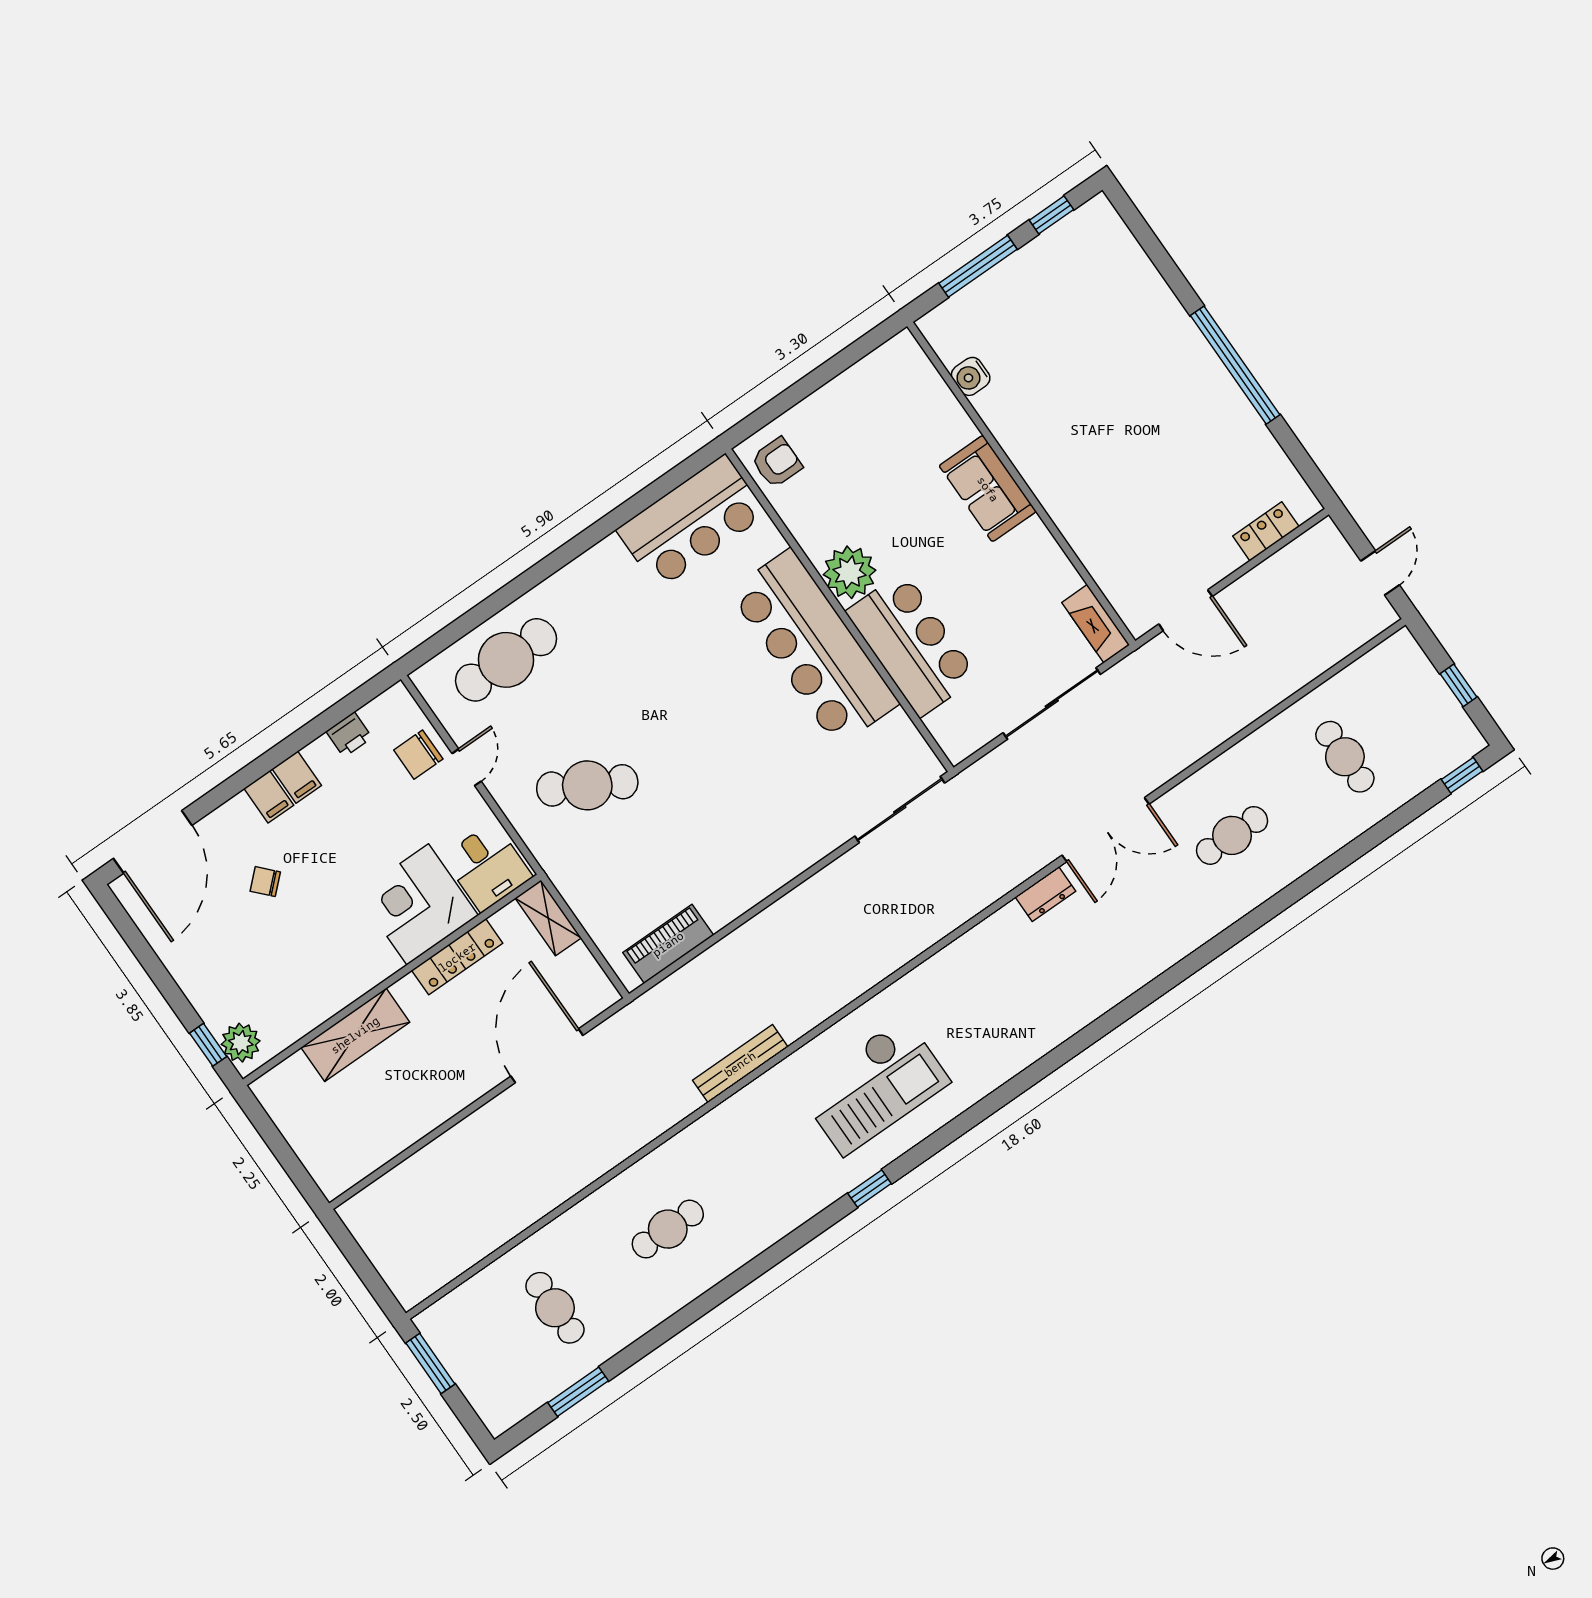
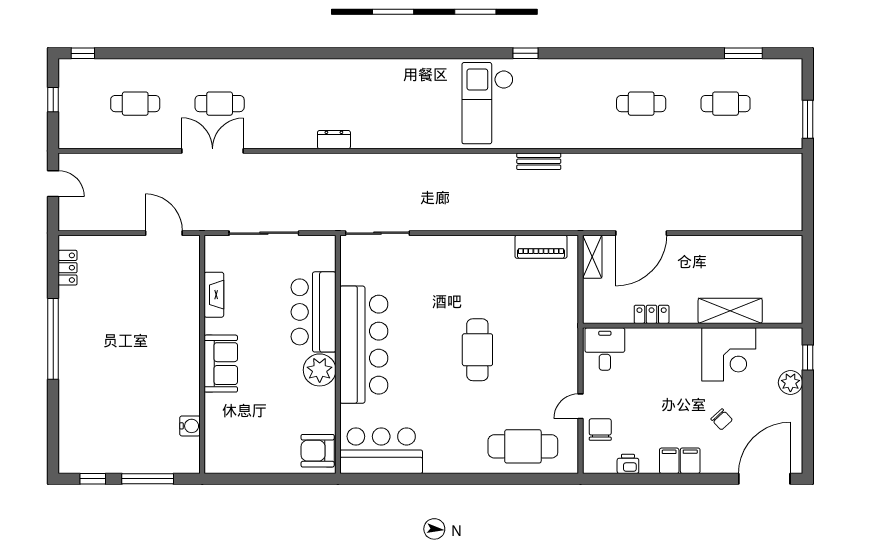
armchair: (777, 462) -> (318, 451), width x1.38, depth x1.38
locker: (1266, 531) -> (68, 268), moved, turned -90
door: (1380, 573) -> (53, 184), swing flipped
fireplace: (1096, 624) -> (214, 295), moved
chair: (418, 755) -> (600, 430), turned -90
cafe table: (1345, 757) -> (135, 104), turned 90
cafe table: (587, 785) -> (477, 350), moved, turned 61
double door: (1106, 830) -> (213, 151), moved
corner desk: (418, 904) -> (729, 354), moved
shelving: (548, 918) -> (592, 257), moved
locker: (457, 957) -> (652, 314), width x0.66
plant: (241, 1043) -> (790, 383), moved
bench: (740, 1064) -> (539, 161), width x0.73
checkout: (874, 1086) -> (488, 103), turned -90
cafe table: (555, 1308) -> (726, 104), turned 90

